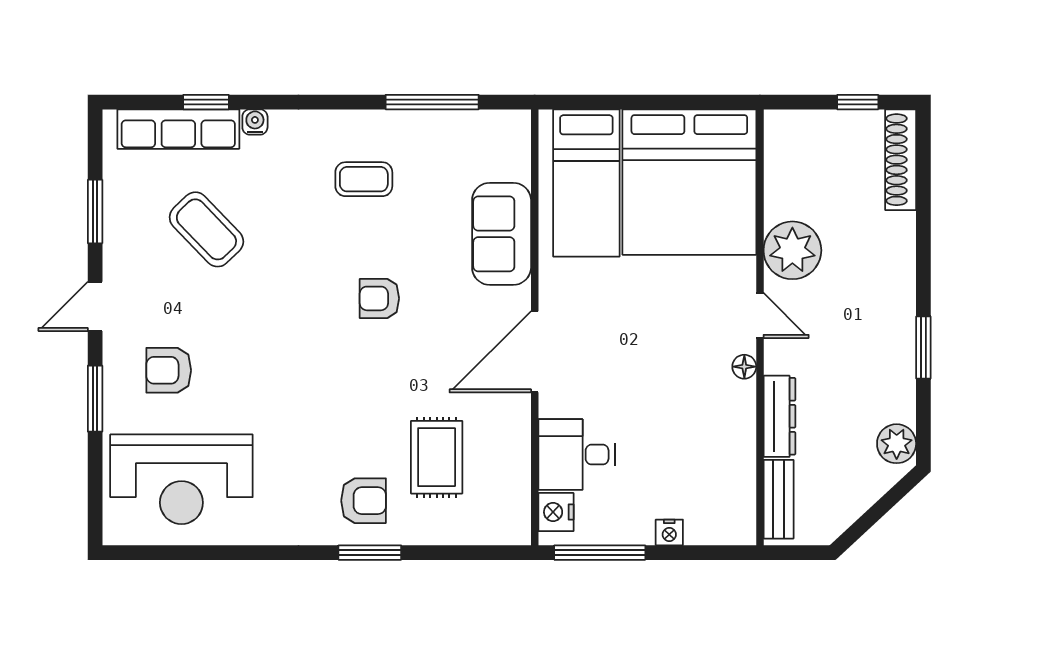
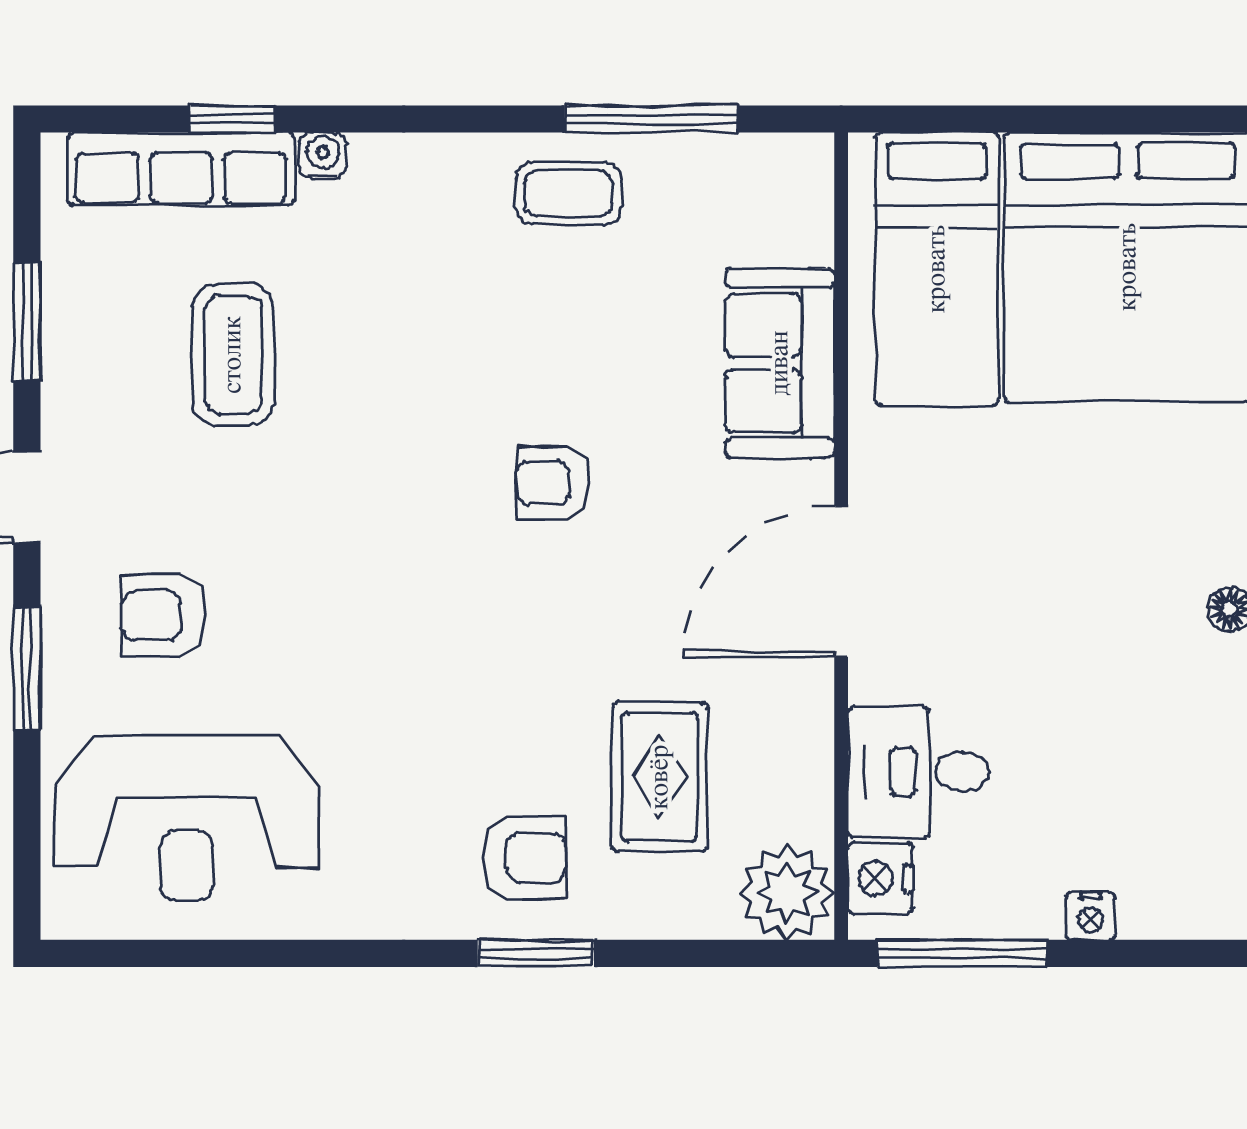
coffee table: (364, 179) -> (568, 193), moved
coffee table: (206, 229) -> (233, 355), turned 44
plant: (505, 520) -> (787, 893), added

